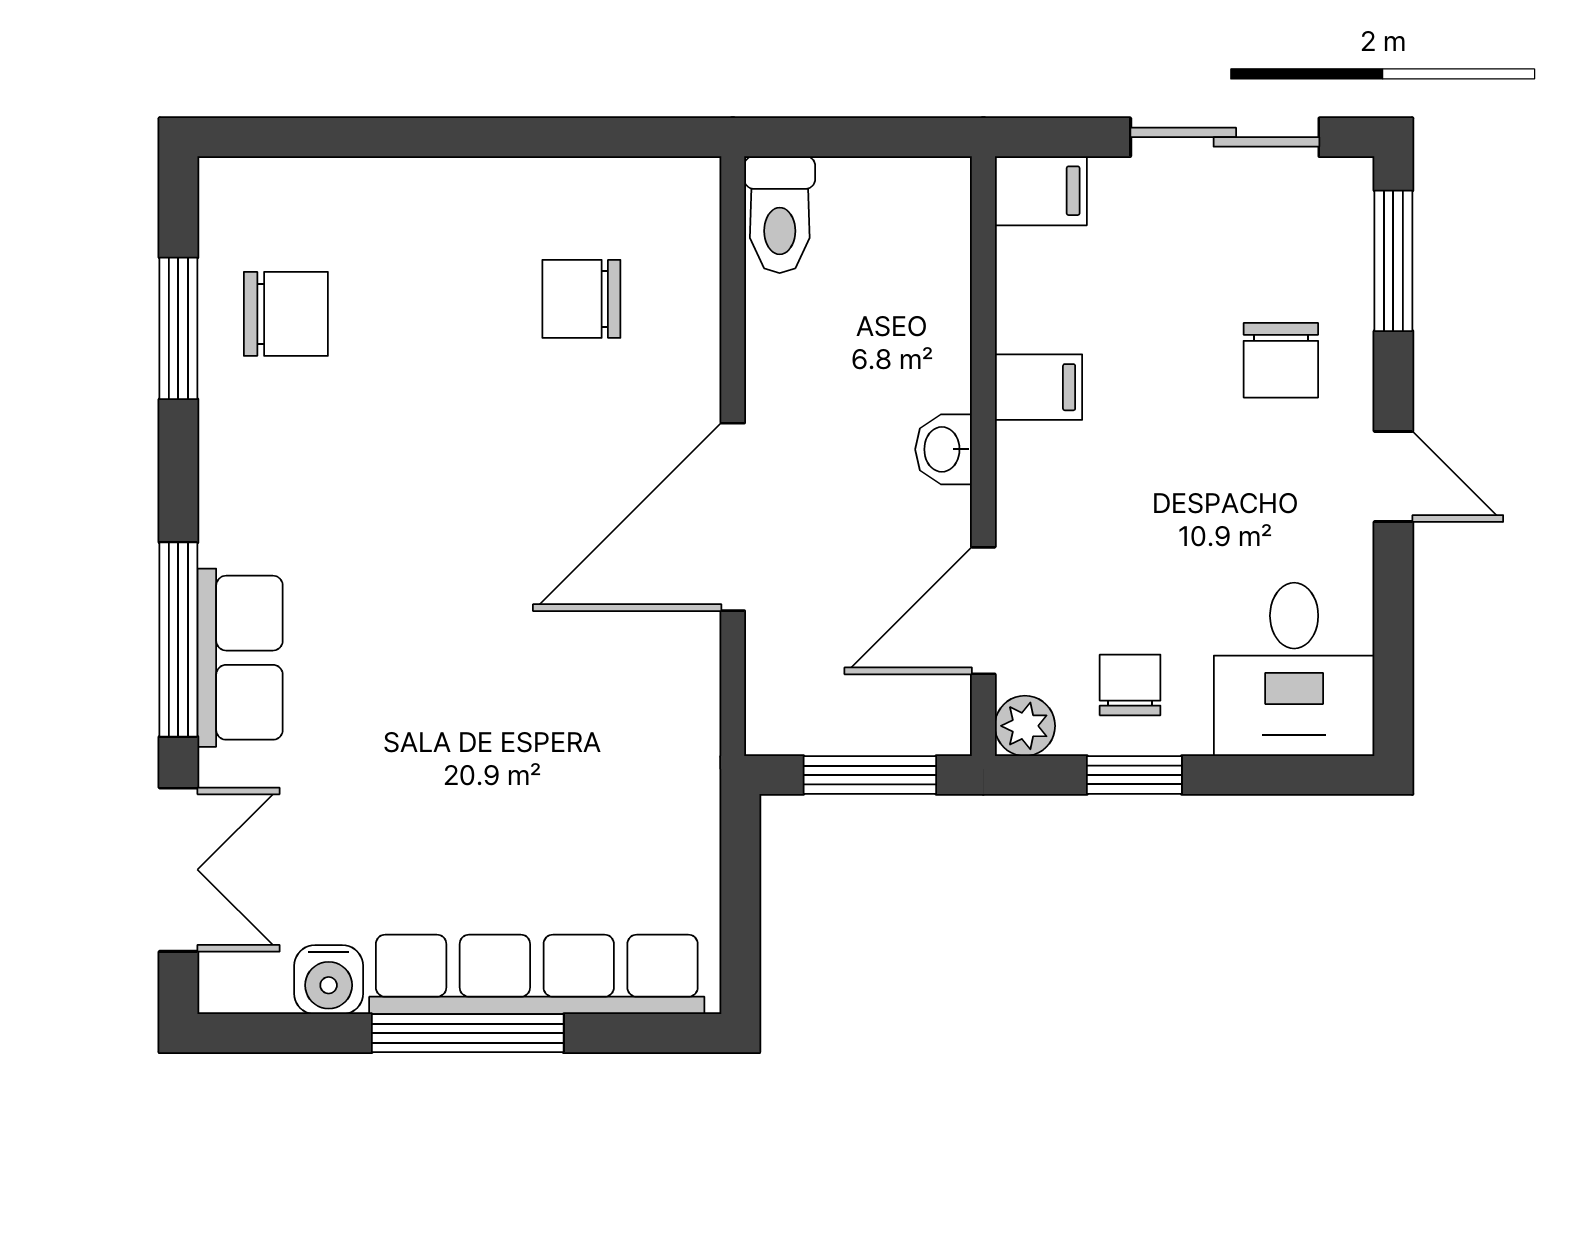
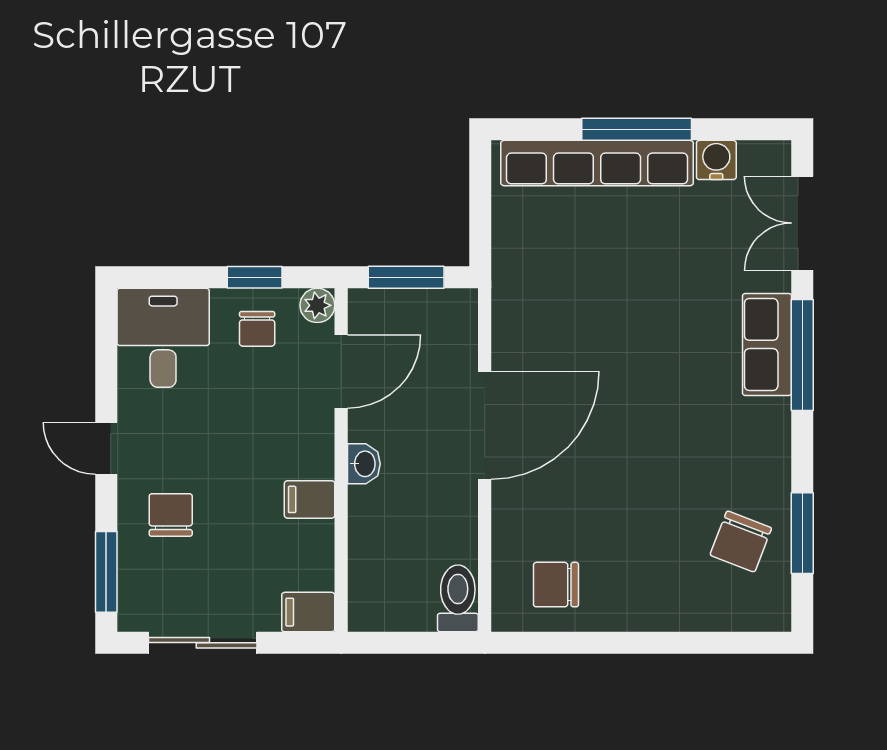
chair: (581, 299) -> (556, 585), moved, turned 180
chair: (286, 314) -> (741, 541), turned -69

